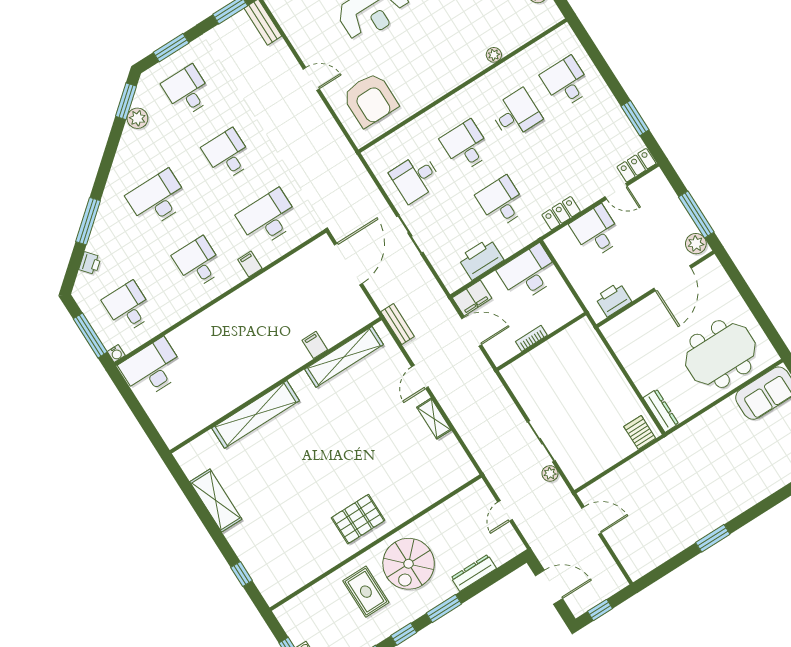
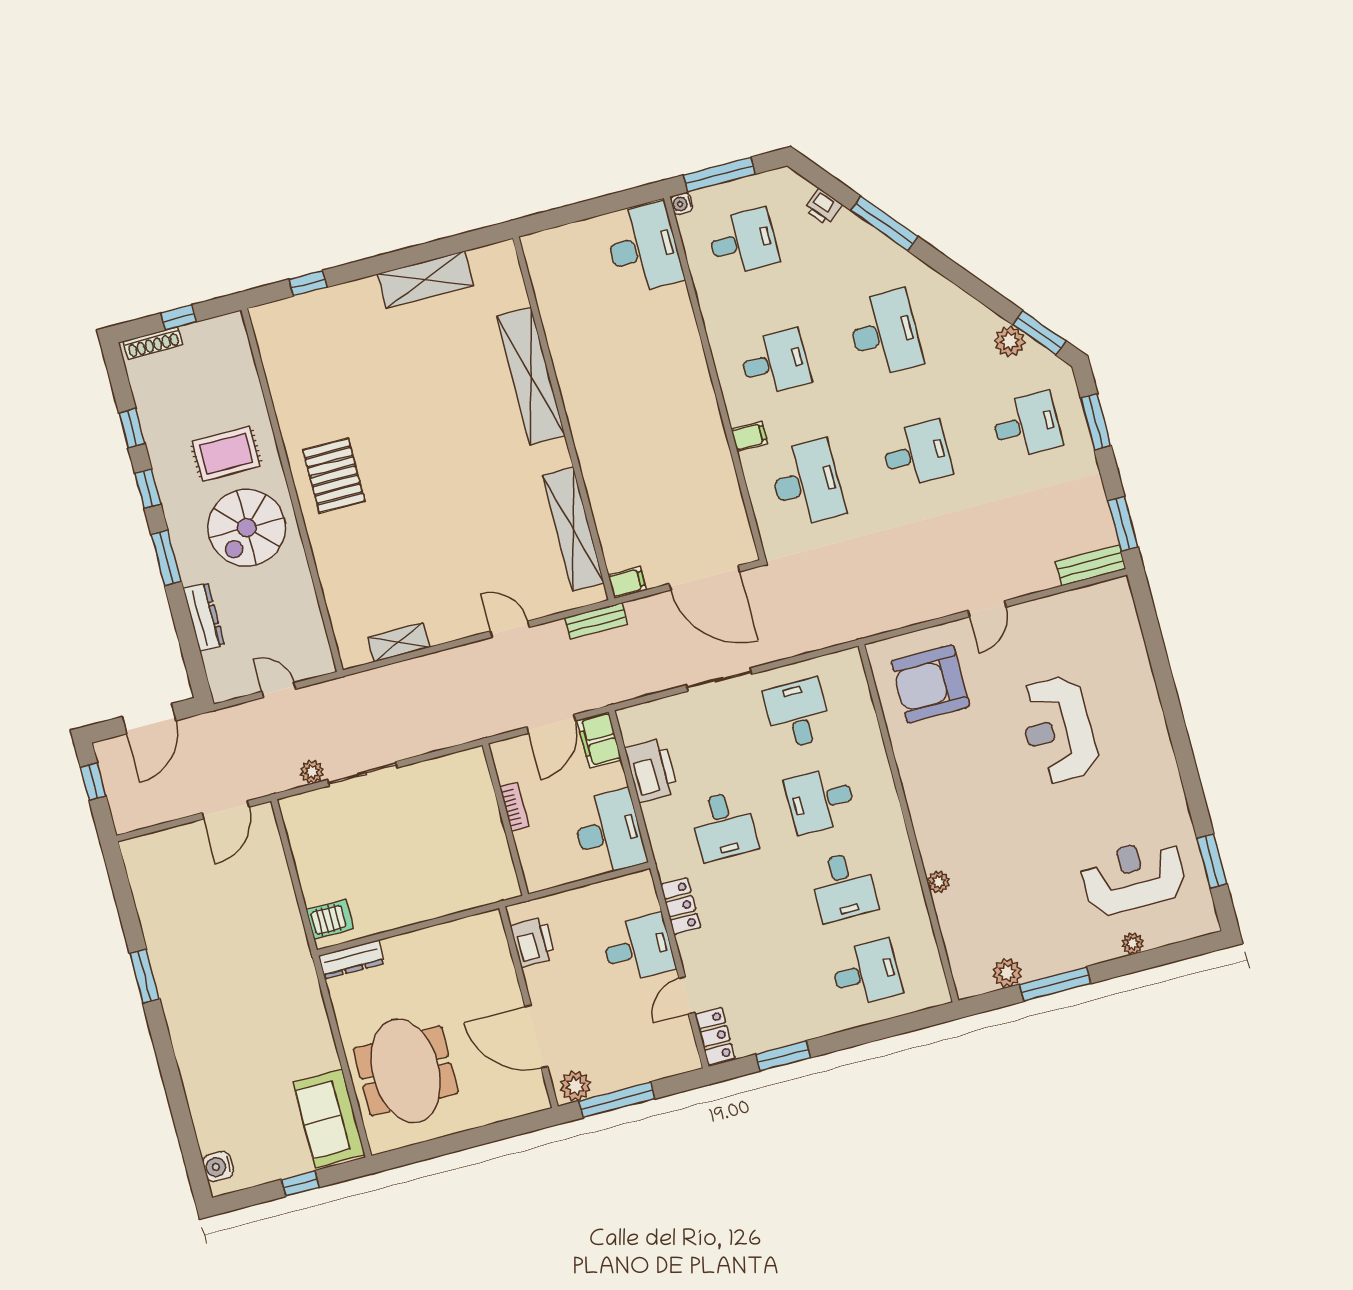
desk: (466, 146) -> (821, 800), turned 180
desk: (501, 202) -> (724, 826), turned 90
filing cabinet: (315, 345) -> (627, 582), moved
shelving: (434, 419) -> (399, 642), moved
spiral stairs: (409, 564) -> (247, 528), turned -90

